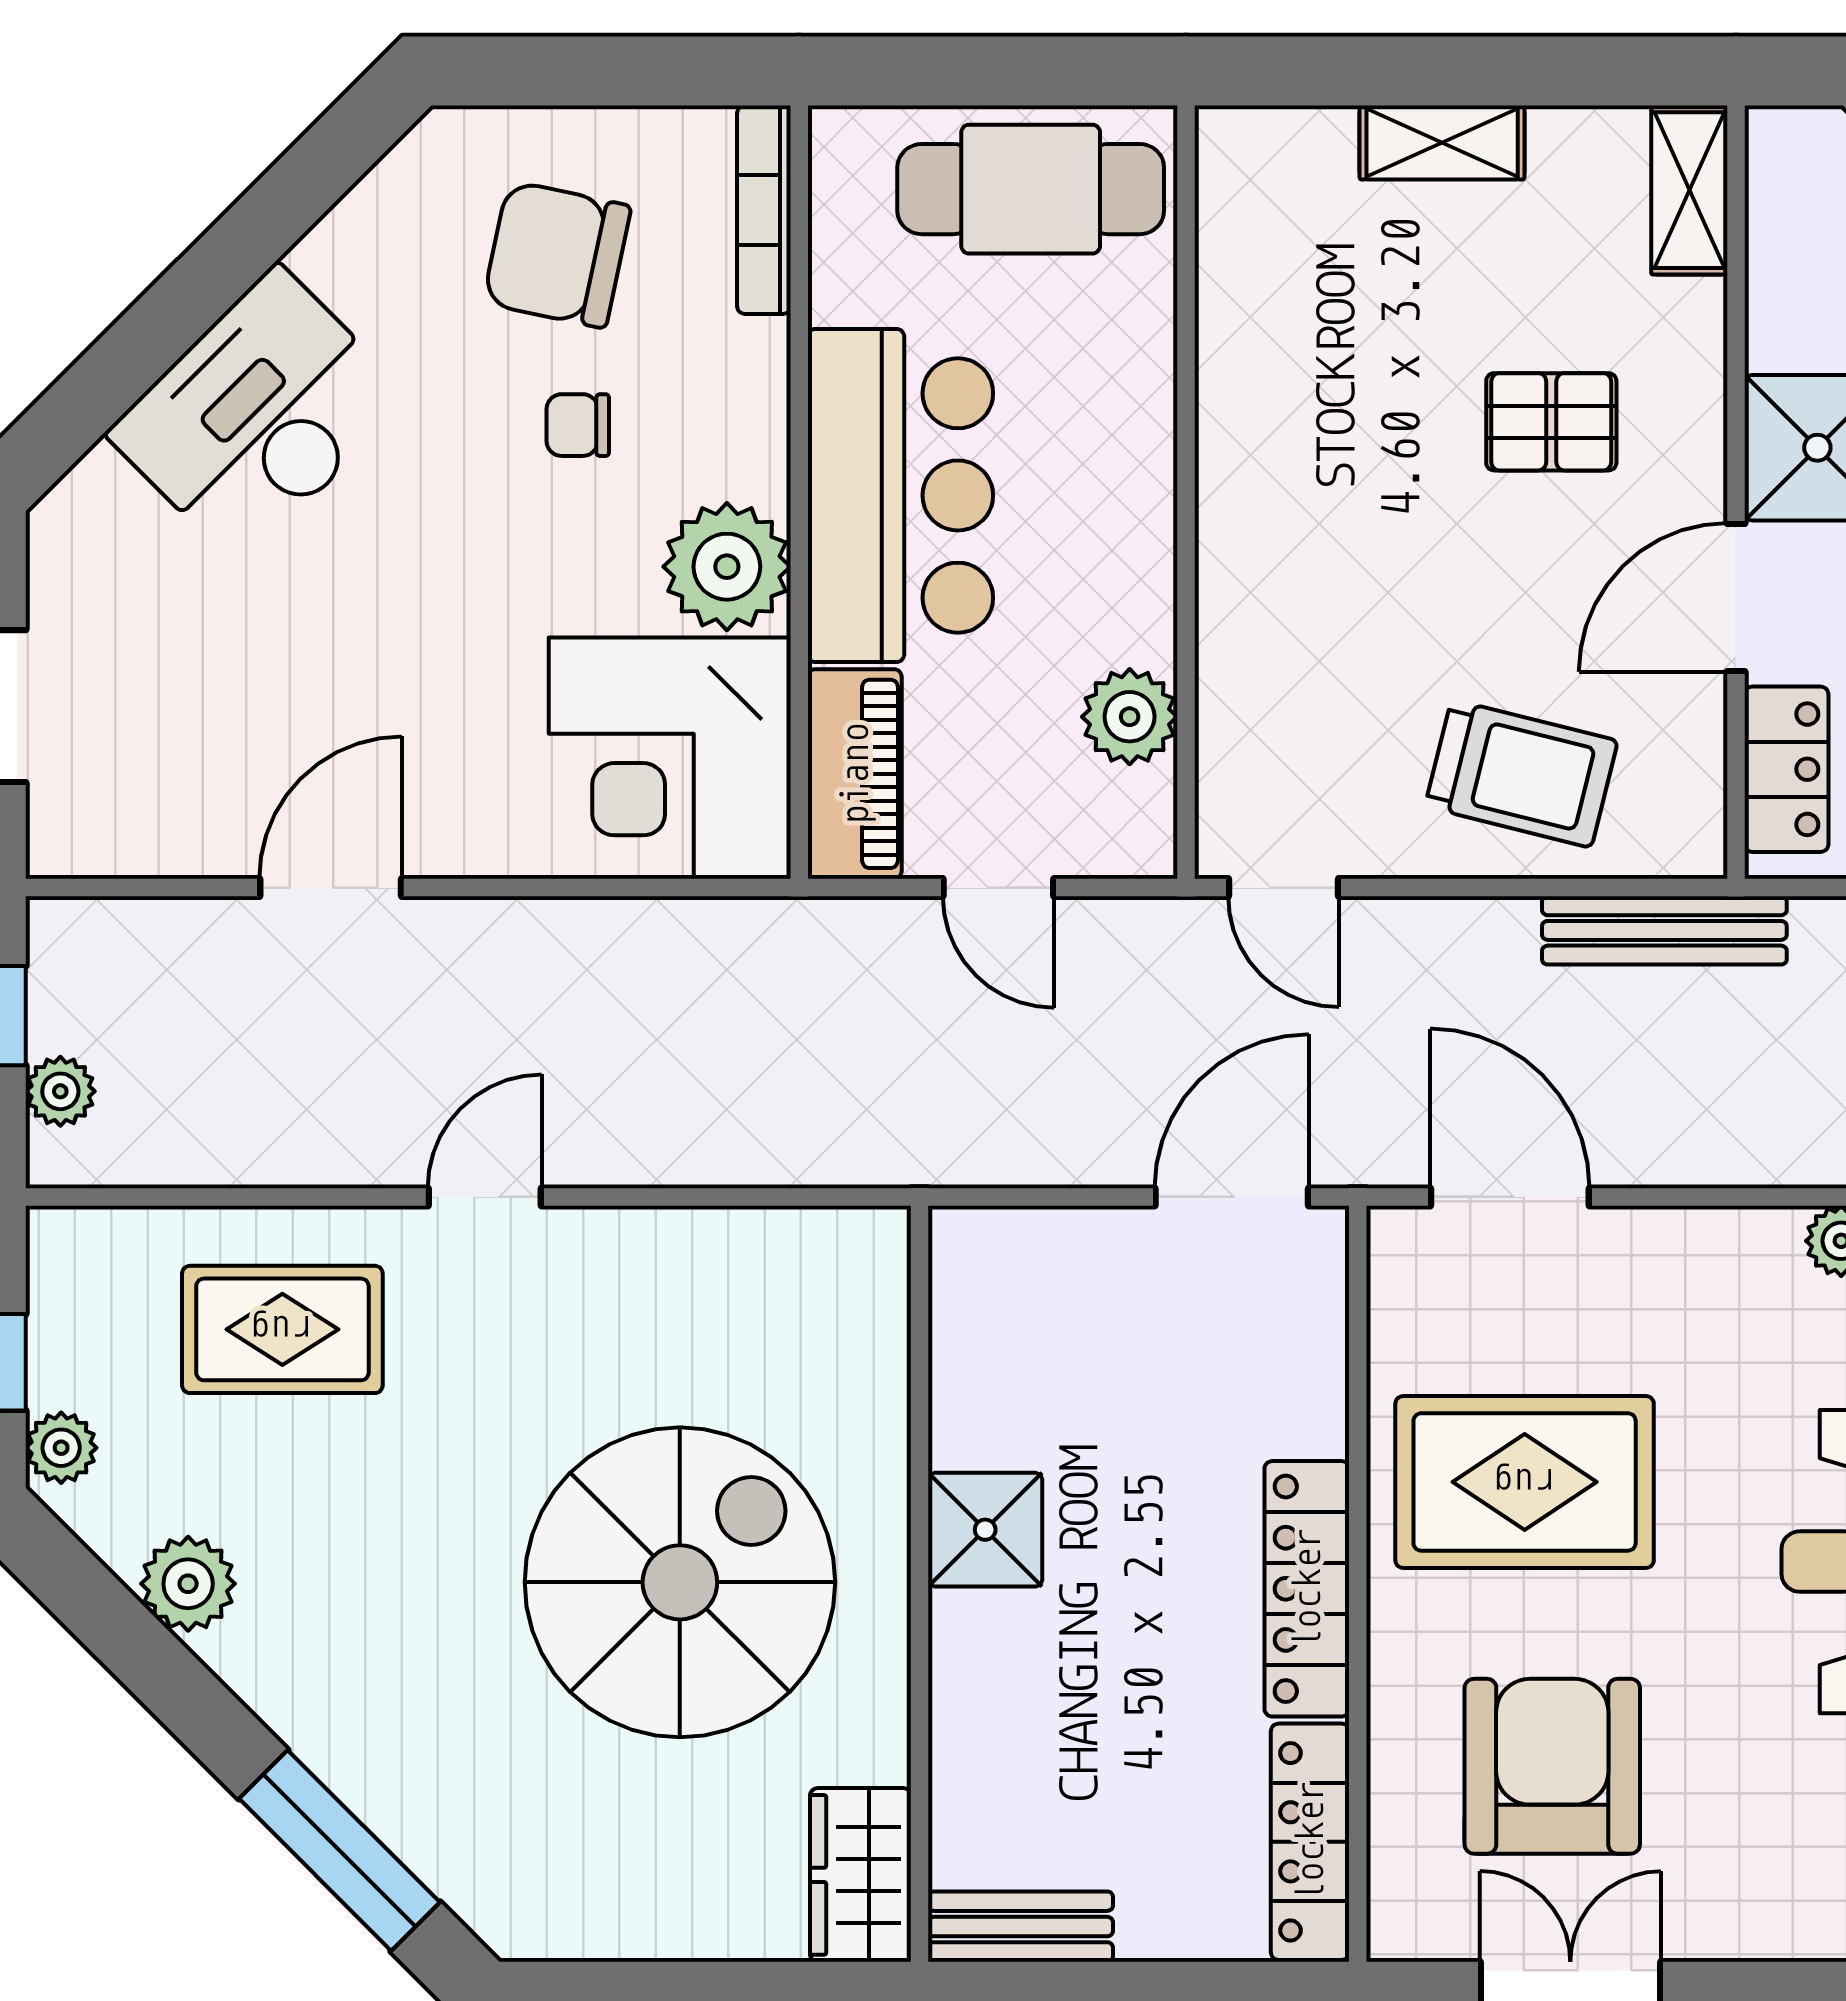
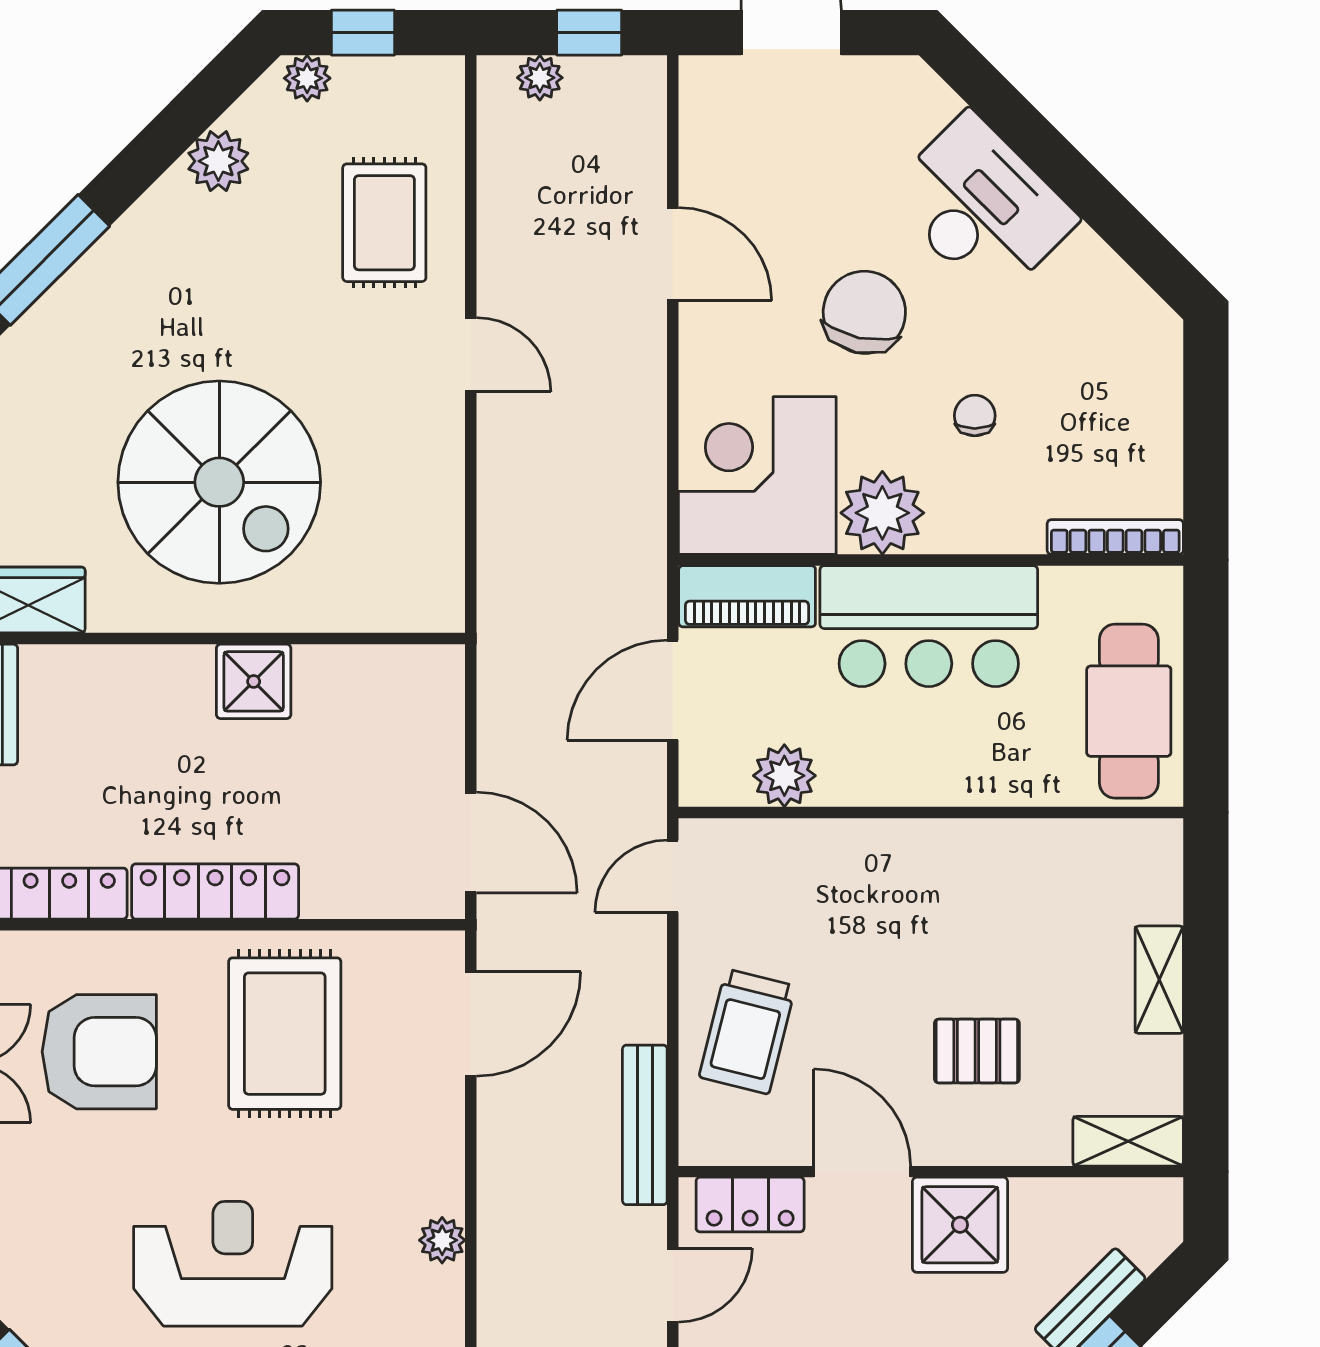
chair: (557, 254) -> (864, 312), moved
pallet: (1551, 422) -> (977, 1051), turned 90
door: (998, 888) -> (673, 690), width x1.38

